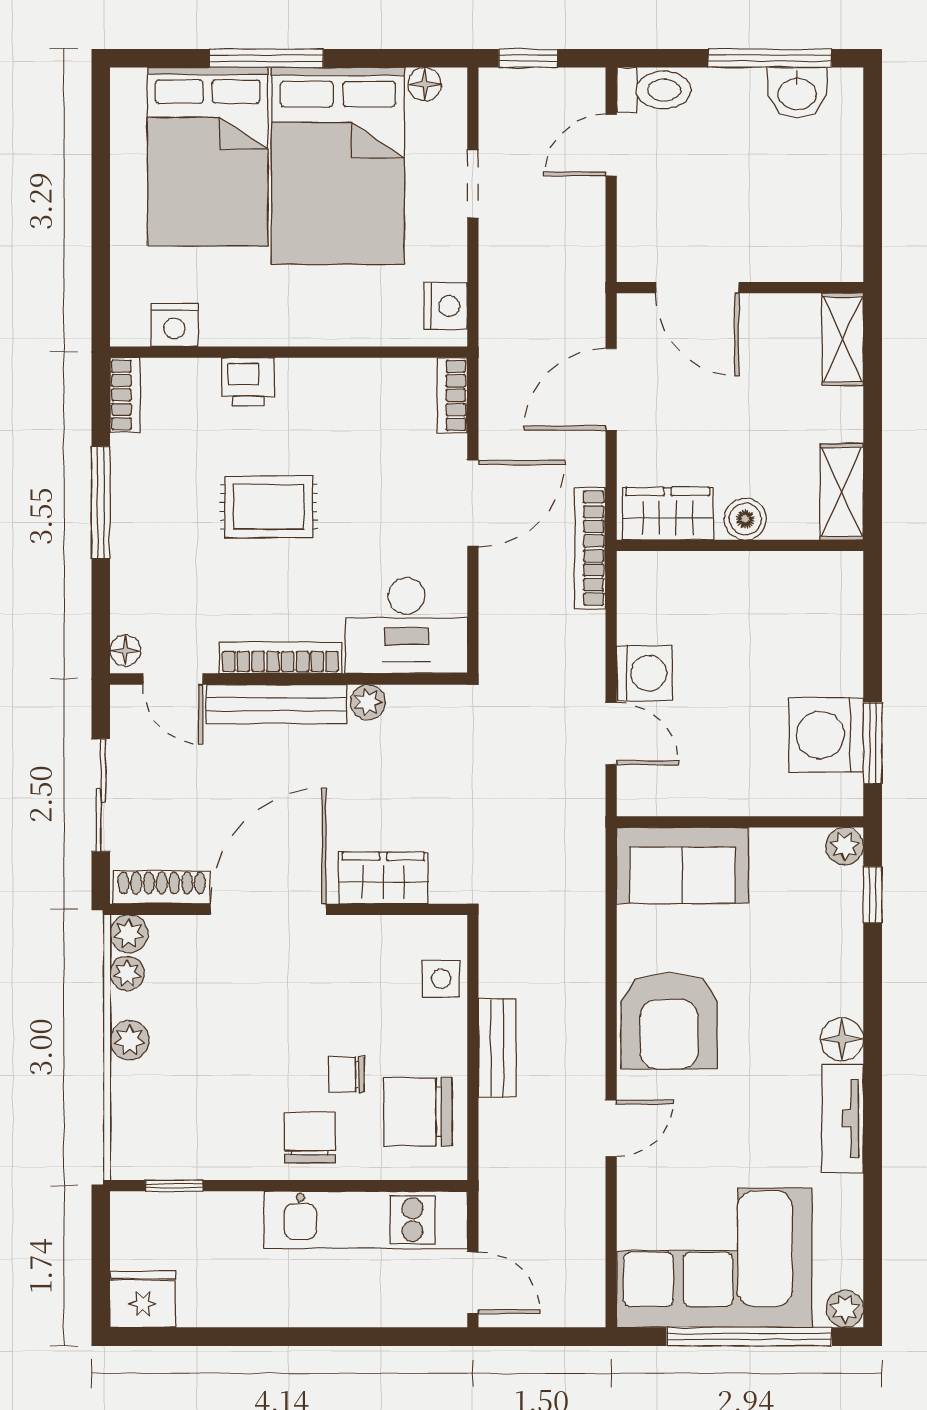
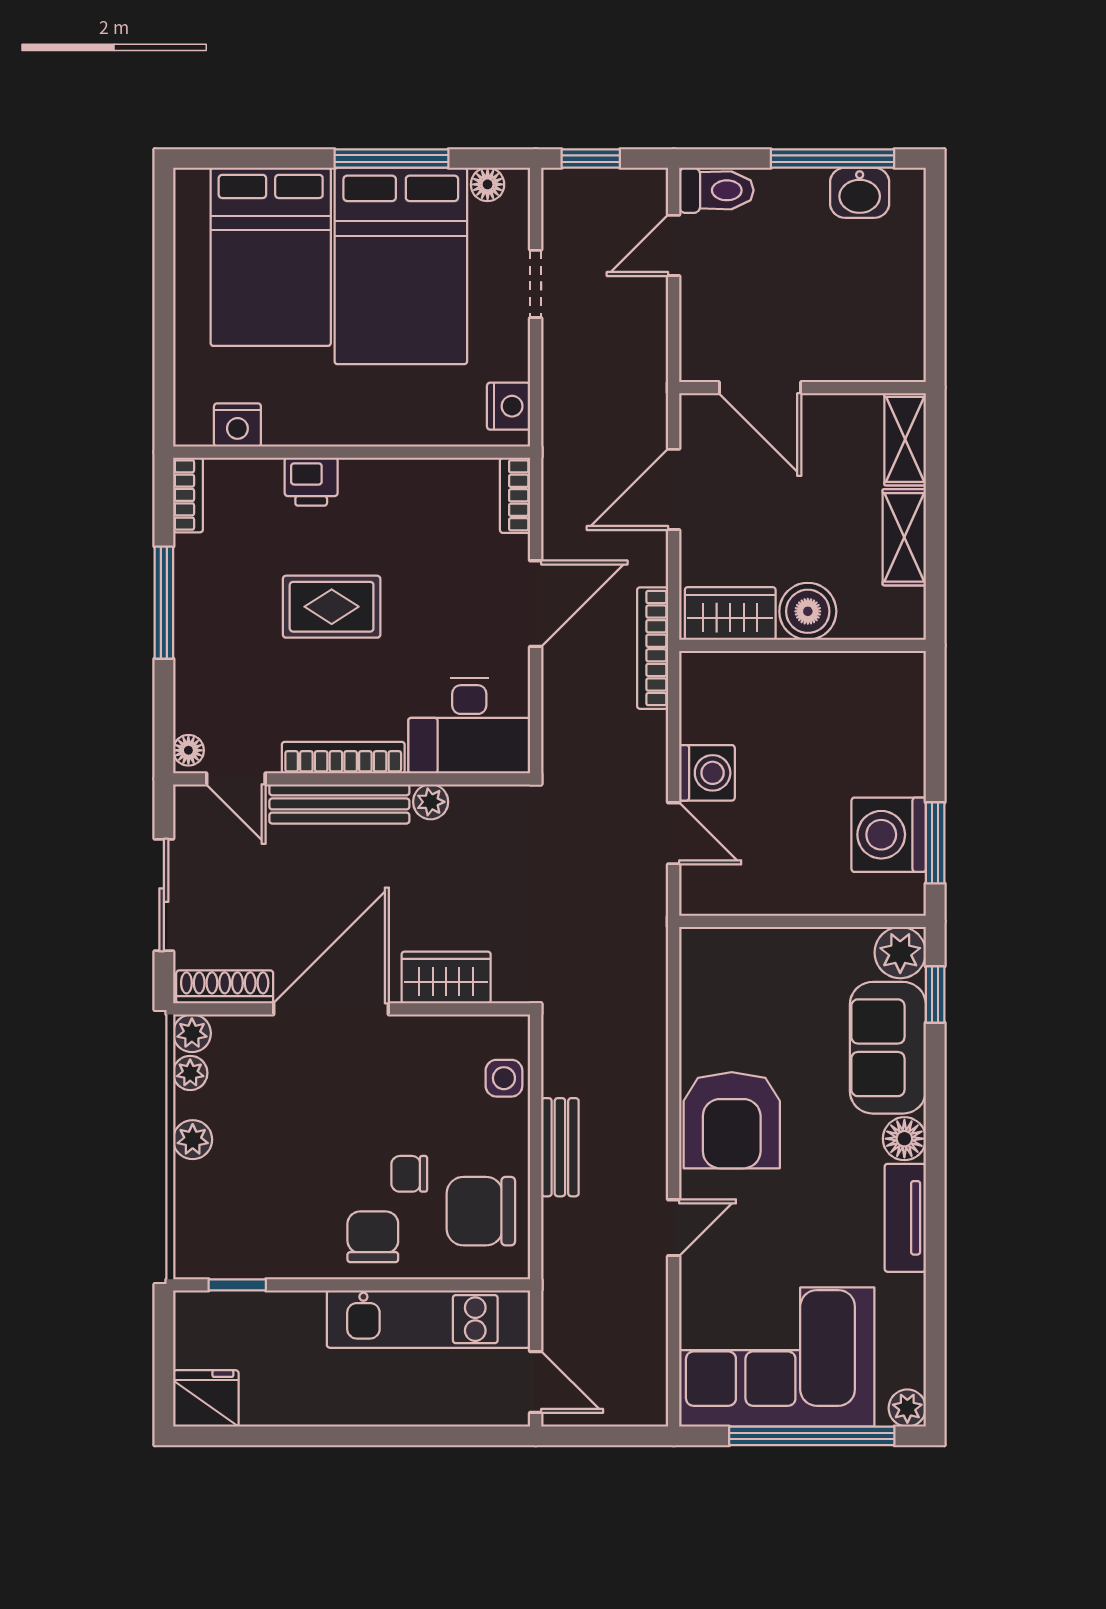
window: (266, 58) -> (392, 159), moved
shelving: (842, 492) -> (904, 537), moved
boiler: (745, 519) -> (808, 611), width x1.36, depth x1.36
plant: (845, 846) -> (900, 953), width x1.38, depth x1.38
sofa: (682, 865) -> (888, 1048), moved, turned 90

